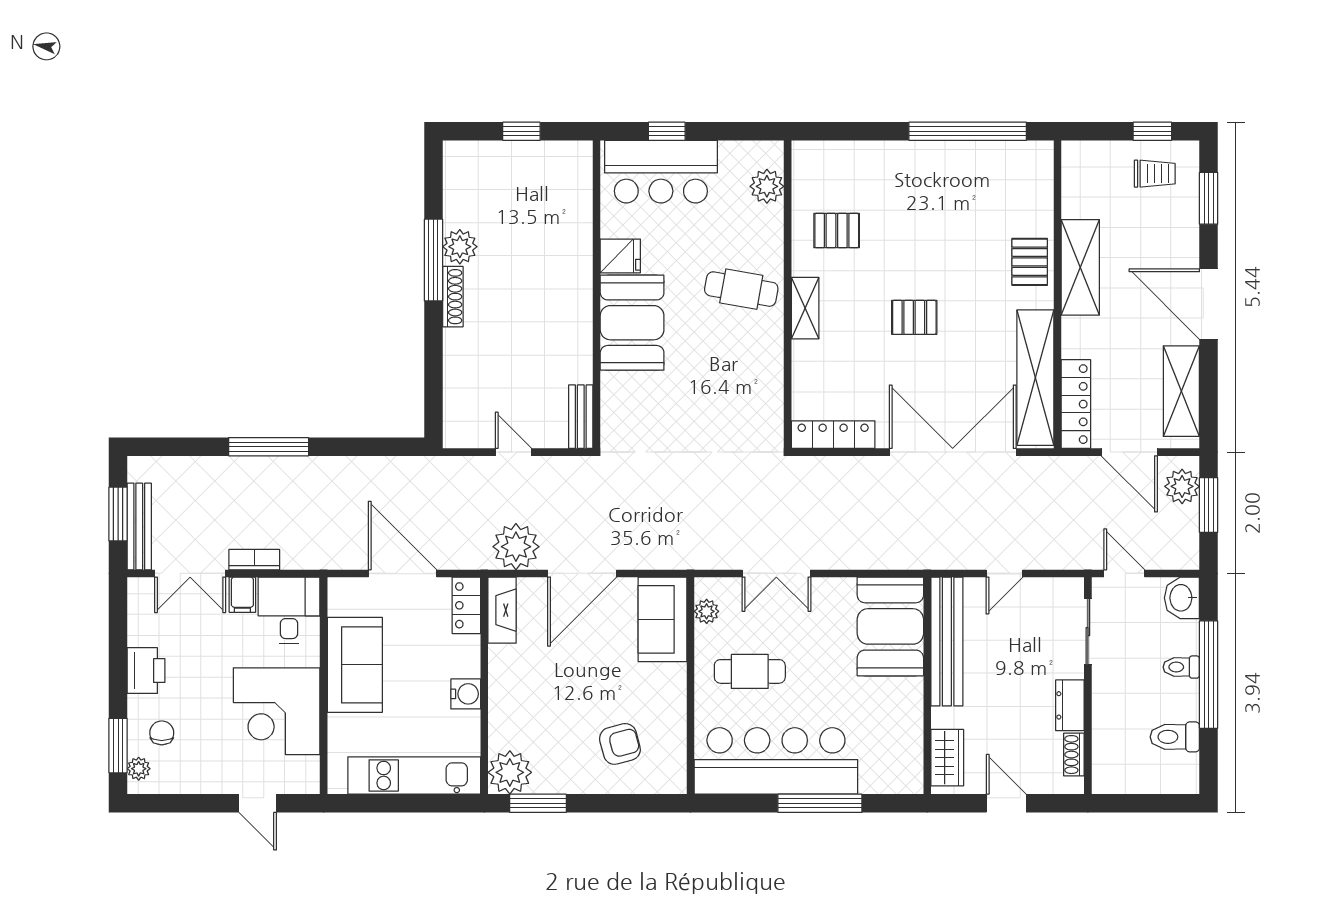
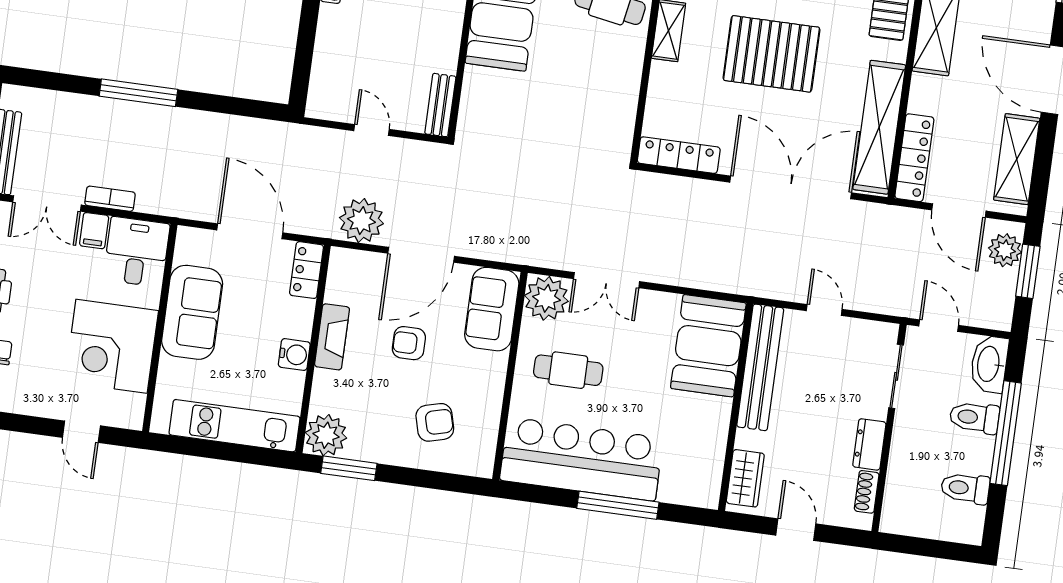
pallet: (914, 317) -> (771, 54), width x2.05, depth x2.00
door: (1005, 573) -> (824, 310), swing flipped
washbasin: (1182, 598) -> (989, 364), width x1.38
fireplace: (502, 610) -> (332, 337), moved
plant: (707, 611) -> (546, 298), width x1.88, depth x1.88
armchair: (582, 666) -> (409, 343), added
toilet: (1181, 667) -> (974, 418), width x1.37, depth x1.39

